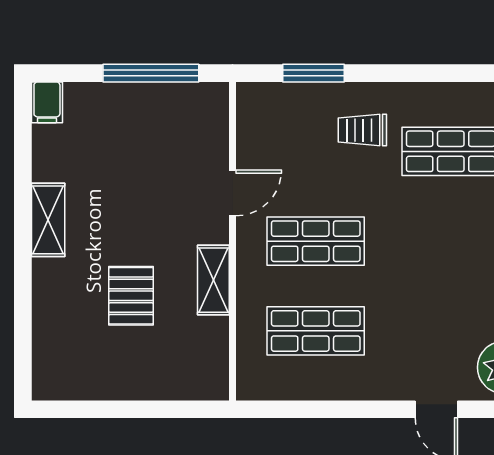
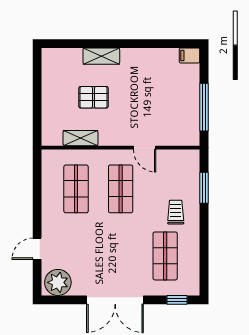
shelving: (48, 220) -> (101, 56), moved
shelving: (213, 280) -> (80, 138), moved

